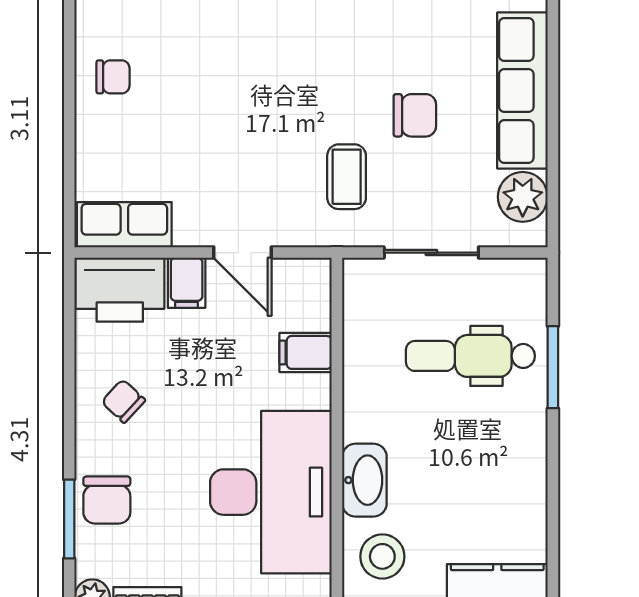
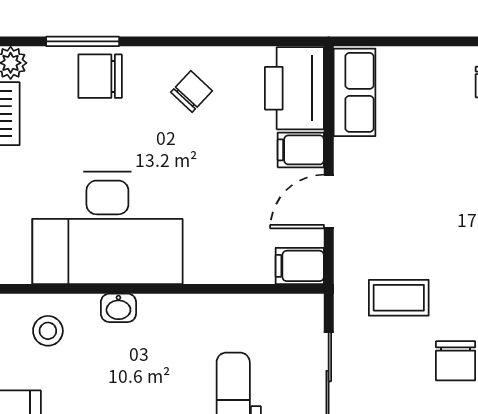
filing cabinet: (306, 352) -> (300, 266), moved, turned -90
washbasin: (364, 480) -> (118, 308), width x0.52, depth x0.69
stool: (382, 556) -> (48, 331), width x0.73, depth x0.73

